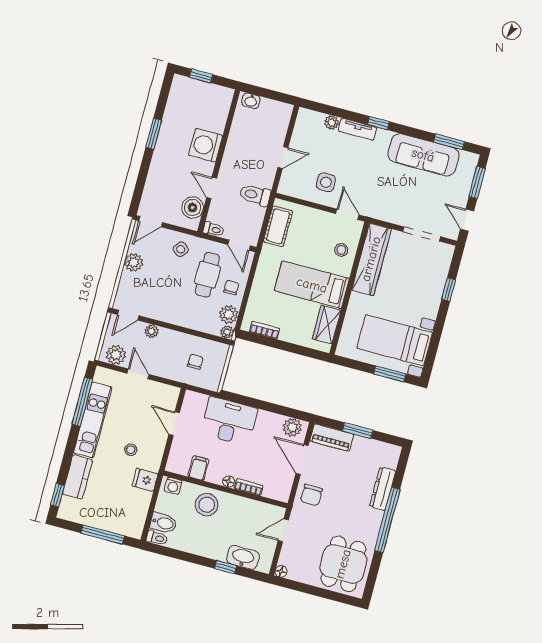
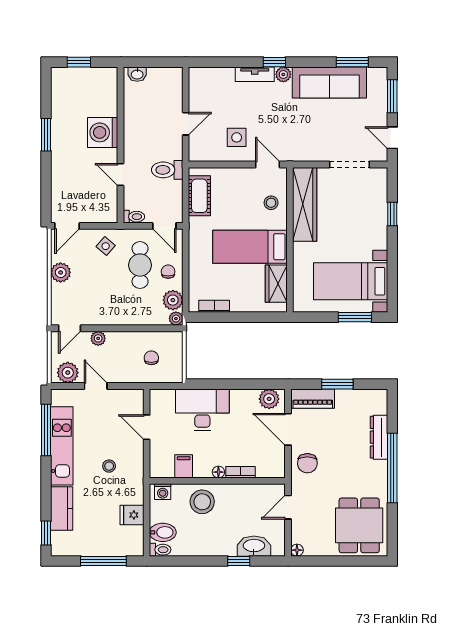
plant: (332, 123) -> (283, 74), moved
boiler: (193, 208) -> (106, 200), removed
fridge: (145, 480) -> (132, 515), moved

